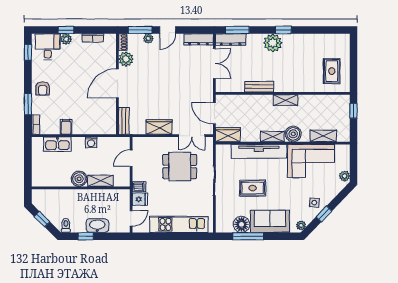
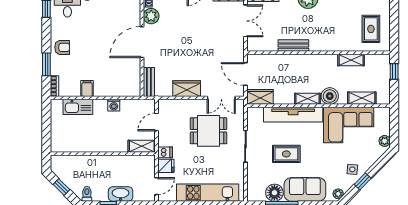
armchair: (43, 88) -> (62, 47), turned -90
shelving: (286, 100) -> (351, 60), moved
boiler: (79, 179) -> (101, 144), removed
shelving: (100, 181) -> (142, 146), moved

